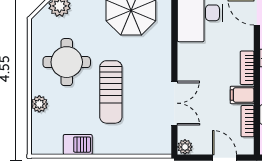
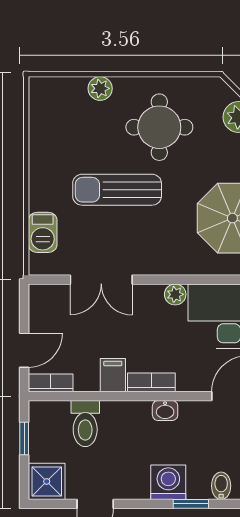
bookcase: (248, 121) -> (51, 383), moved
barbecue: (78, 145) -> (43, 232), moved
plant: (185, 147) -> (175, 294), moved

